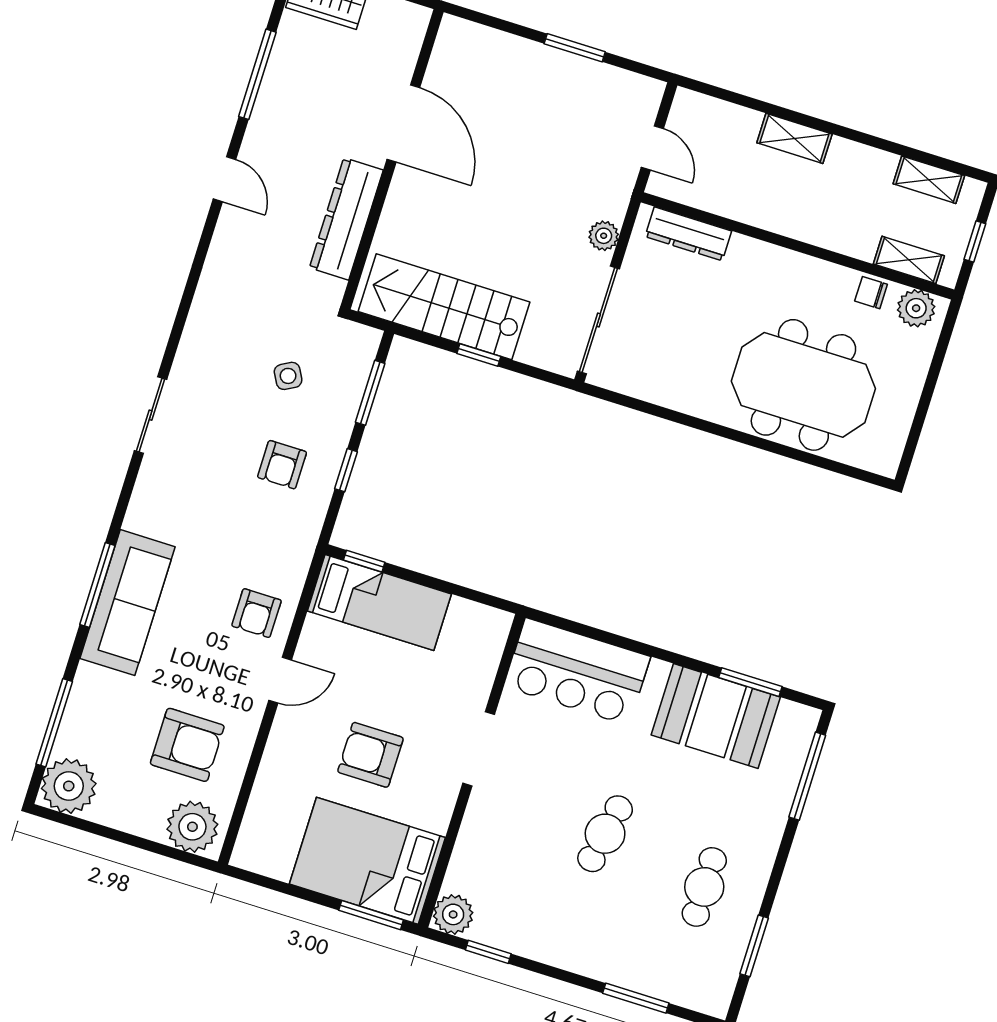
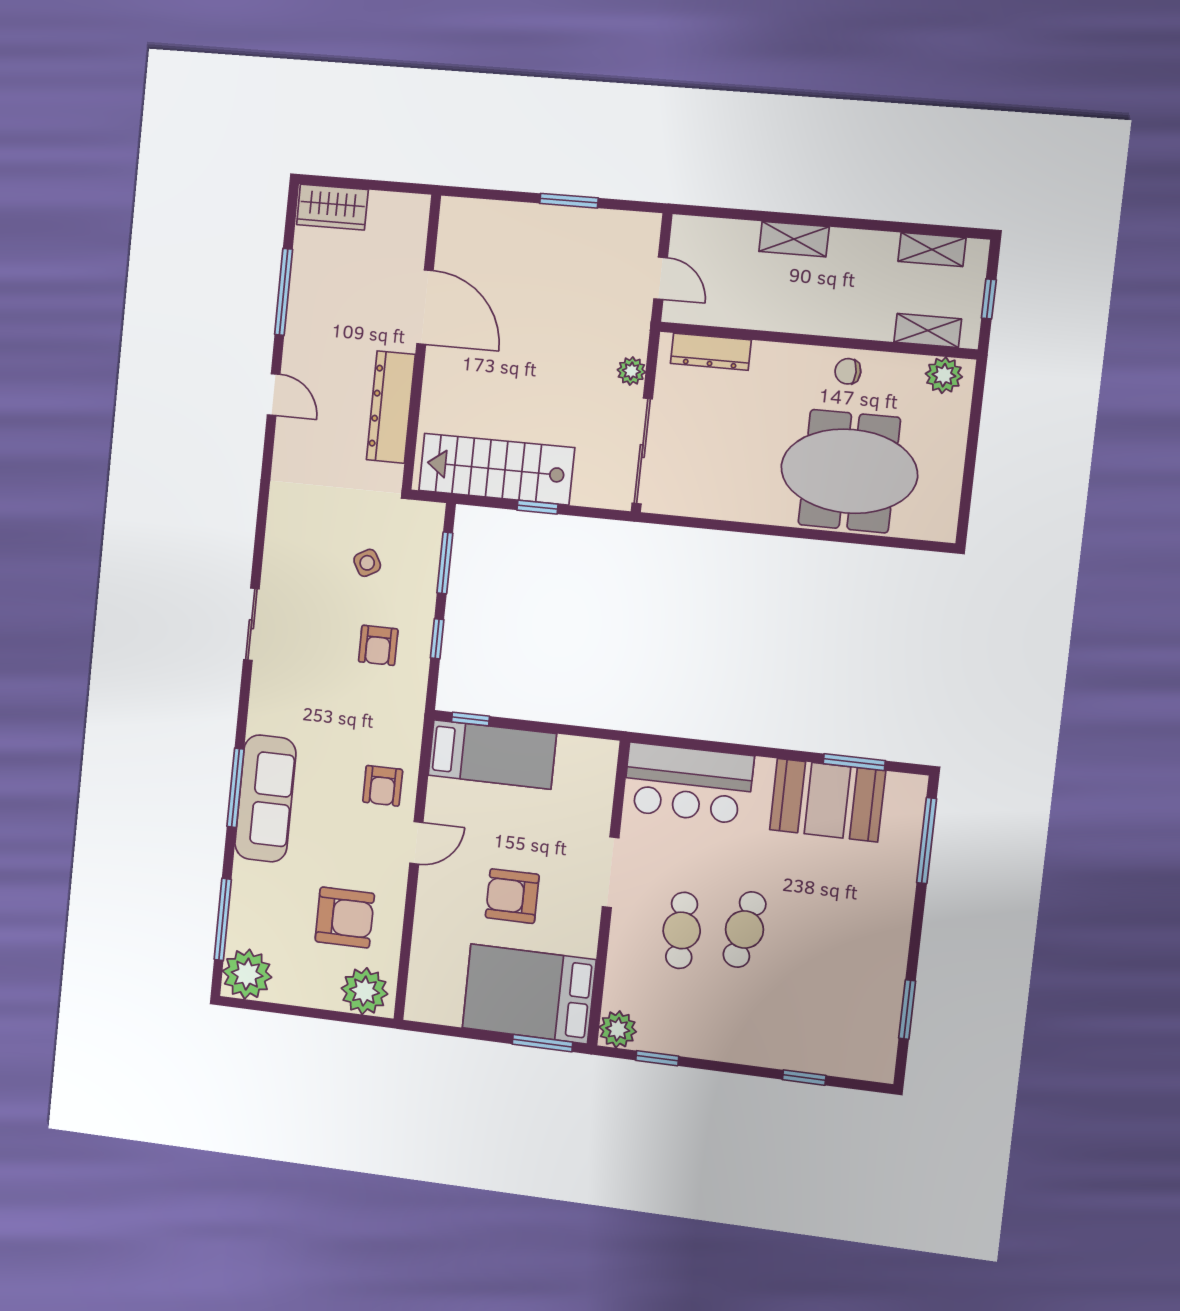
chair: (871, 293) -> (848, 371), moved
cafe table: (704, 887) -> (682, 930), moved
window: (636, 998) -> (804, 1078), width x0.67

